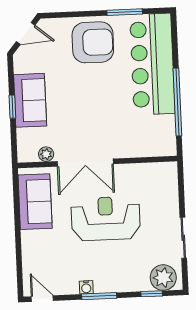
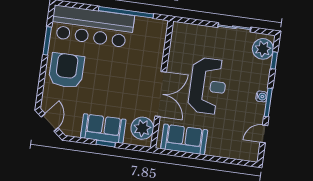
plant: (46, 154) -> (142, 128), width x1.88, depth x1.88
reception desk: (106, 219) -> (208, 86), turned 180
water cooler: (86, 287) -> (261, 96), moved
door: (42, 299) -> (264, 134), moved

